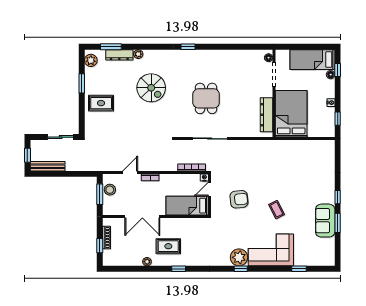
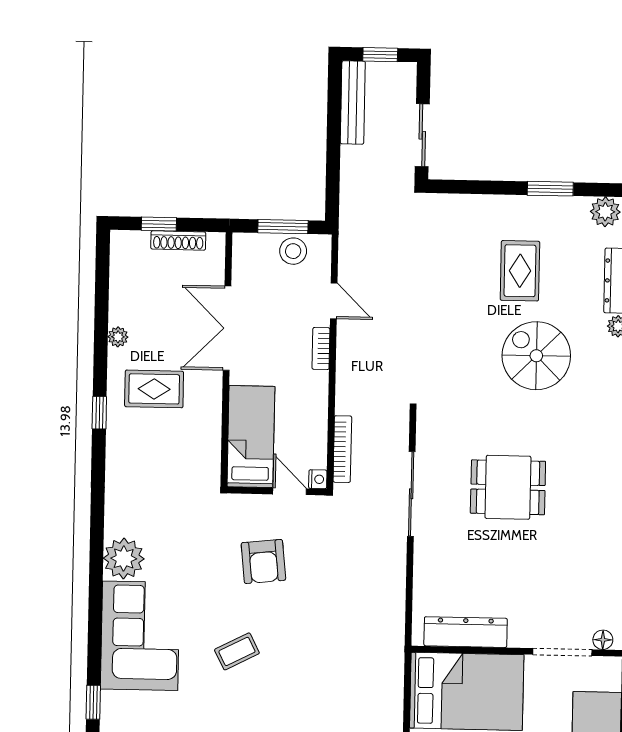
spiral stairs: (151, 88) -> (536, 356), turned 90
rug: (101, 103) -> (520, 271), moved
rug: (168, 246) -> (154, 389), turned 90
window: (241, 269) -> (96, 562), removed

